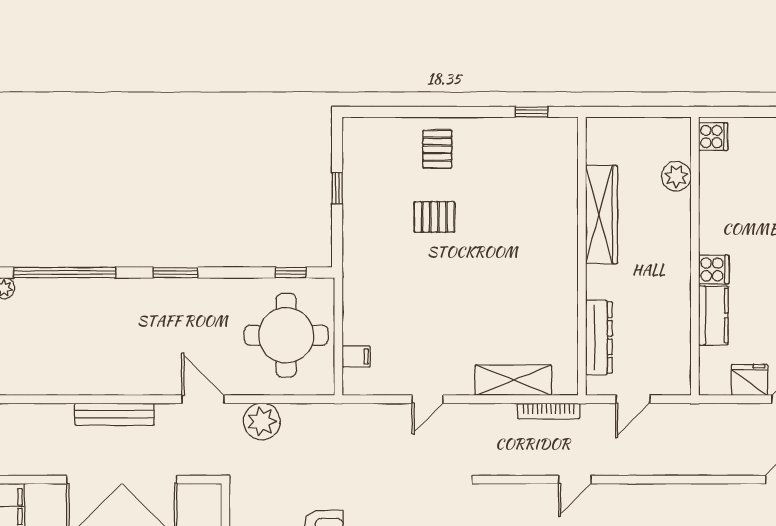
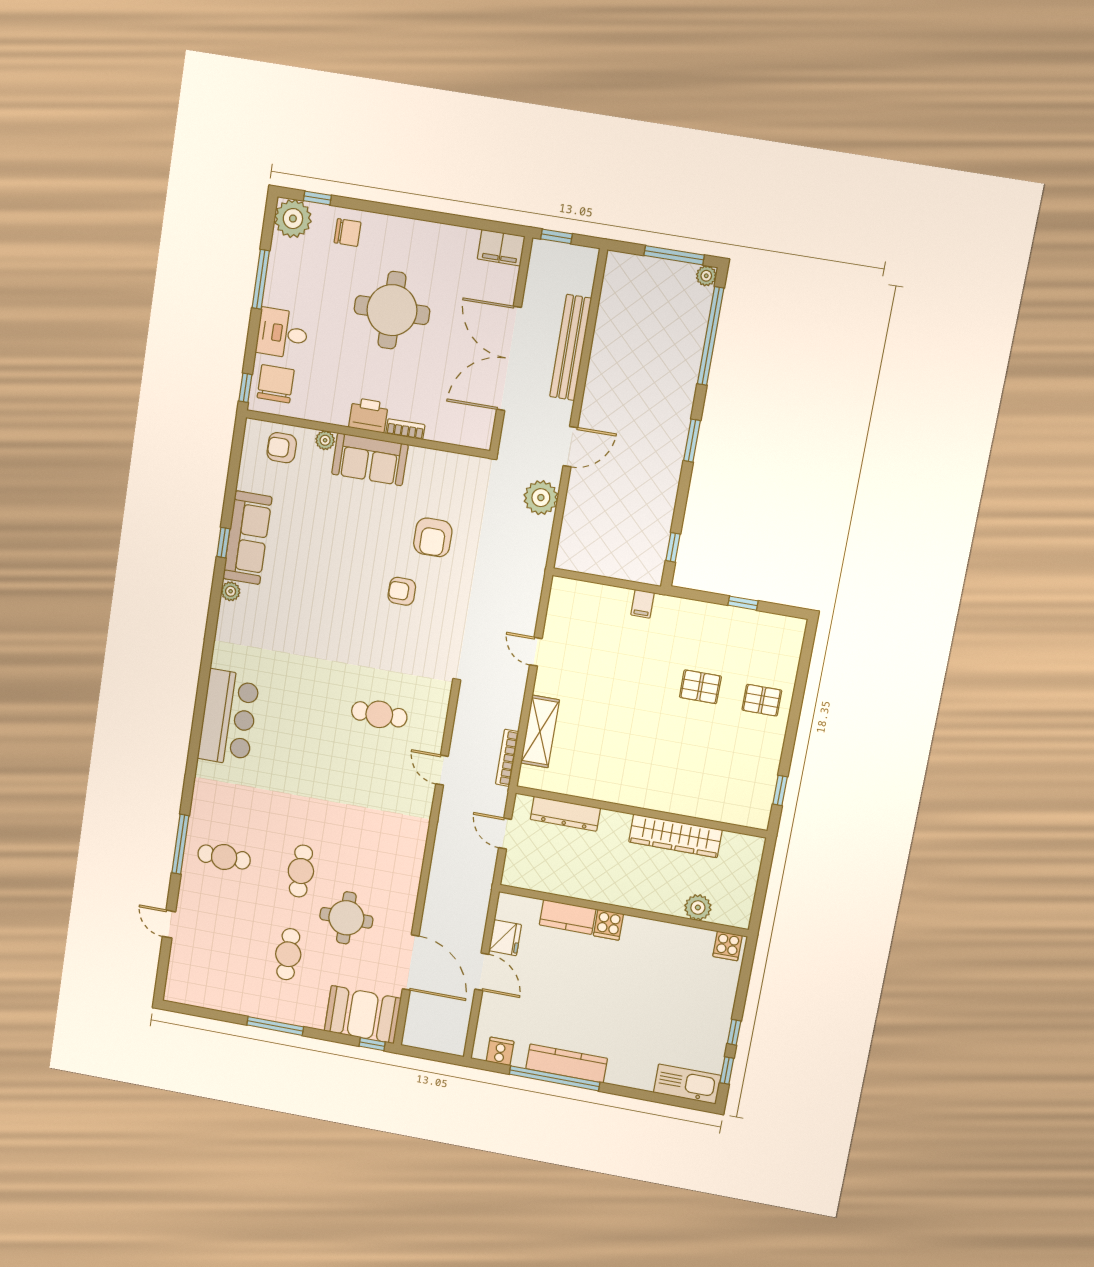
pallet: (434, 217) -> (700, 687), turned 90
round table: (286, 335) -> (616, 533), removed
filing cabinet: (356, 356) -> (643, 604), moved
bench: (114, 414) -> (571, 348), width x1.37, depth x1.21

